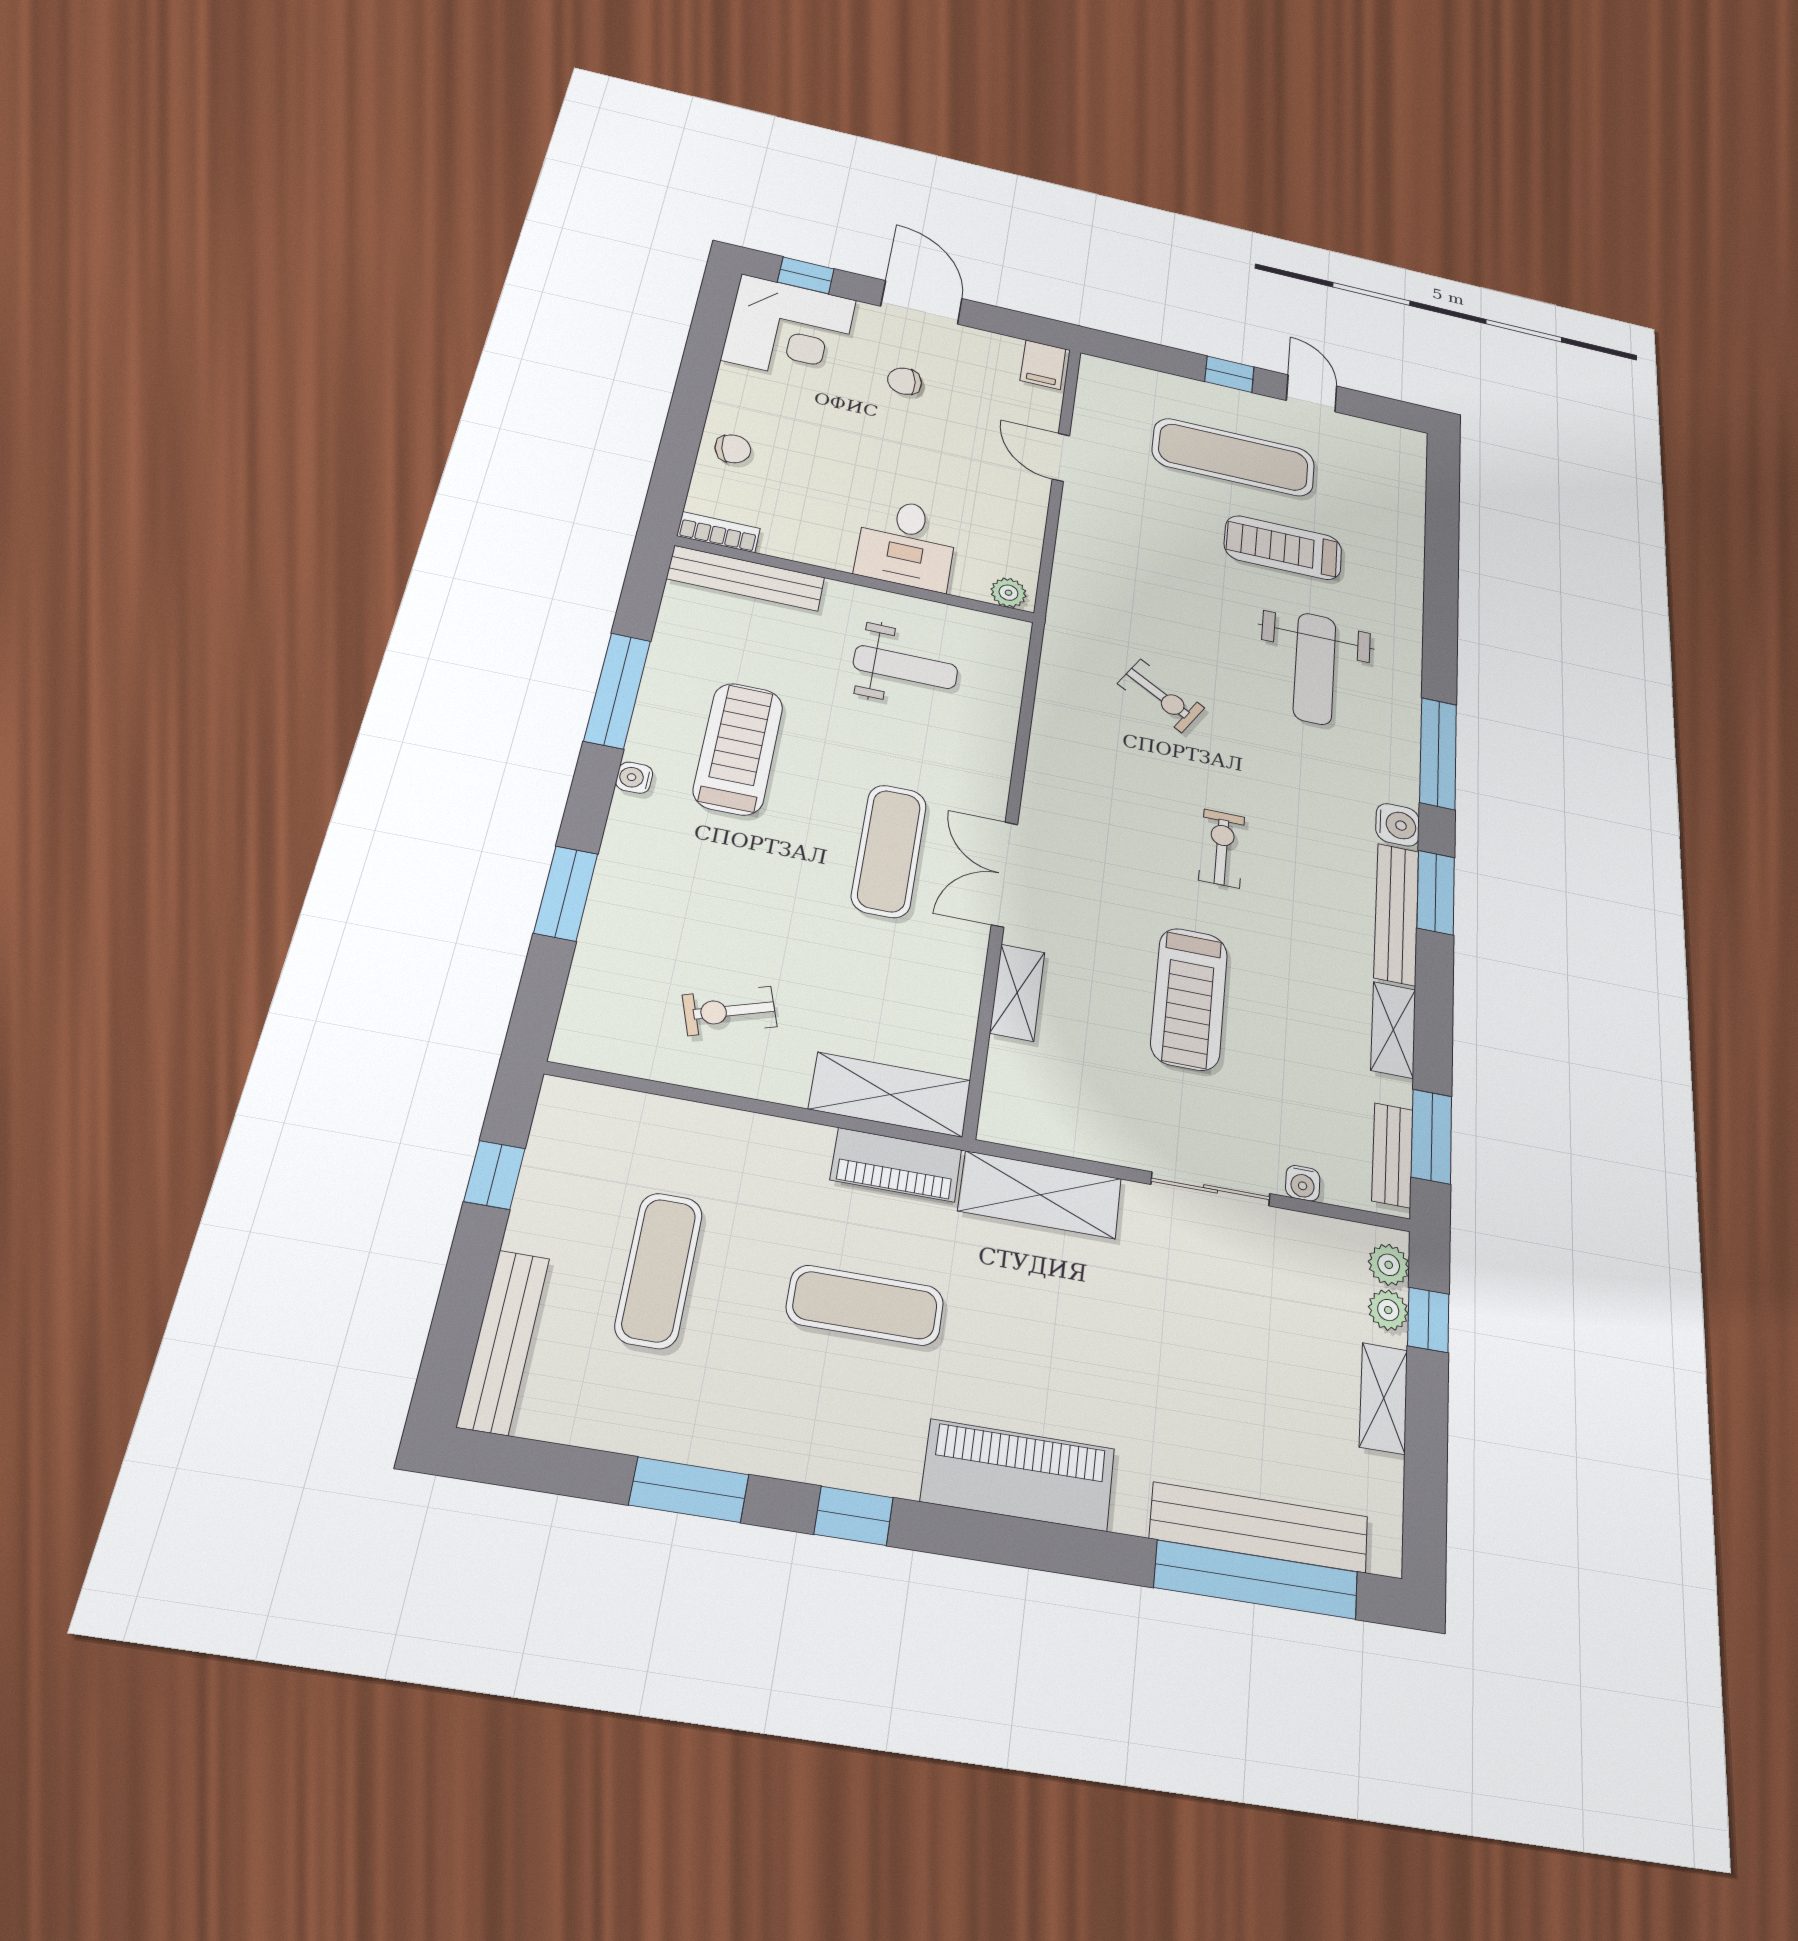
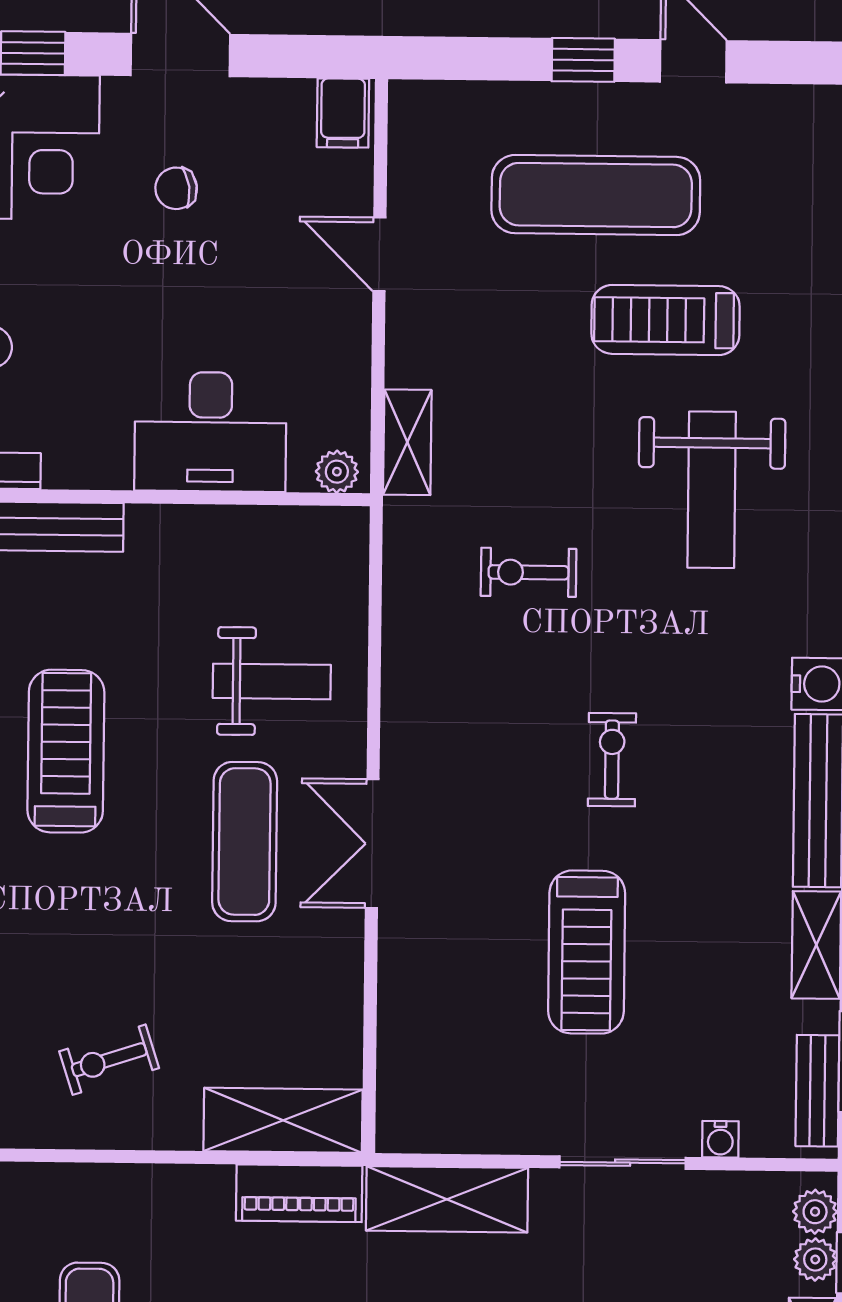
desk: (907, 544) -> (210, 432), width x1.37
weight bench: (906, 667) -> (272, 681), moved
exercise bike: (1161, 696) -> (529, 572), turned 149
shelving: (1017, 992) -> (407, 442), moved

